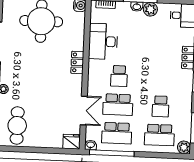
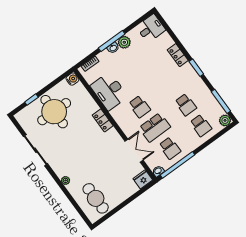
school desk: (117, 133) -> (170, 148), width x0.54
school desk: (159, 135) -> (201, 125), width x0.54

